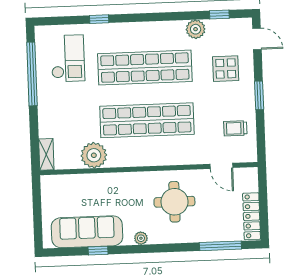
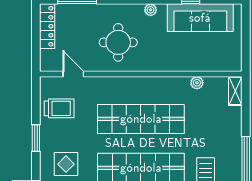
trolley: (235, 128) -> (59, 108), width x1.36, depth x1.39
plant: (94, 155) -> (197, 83), width x0.53, depth x0.53

